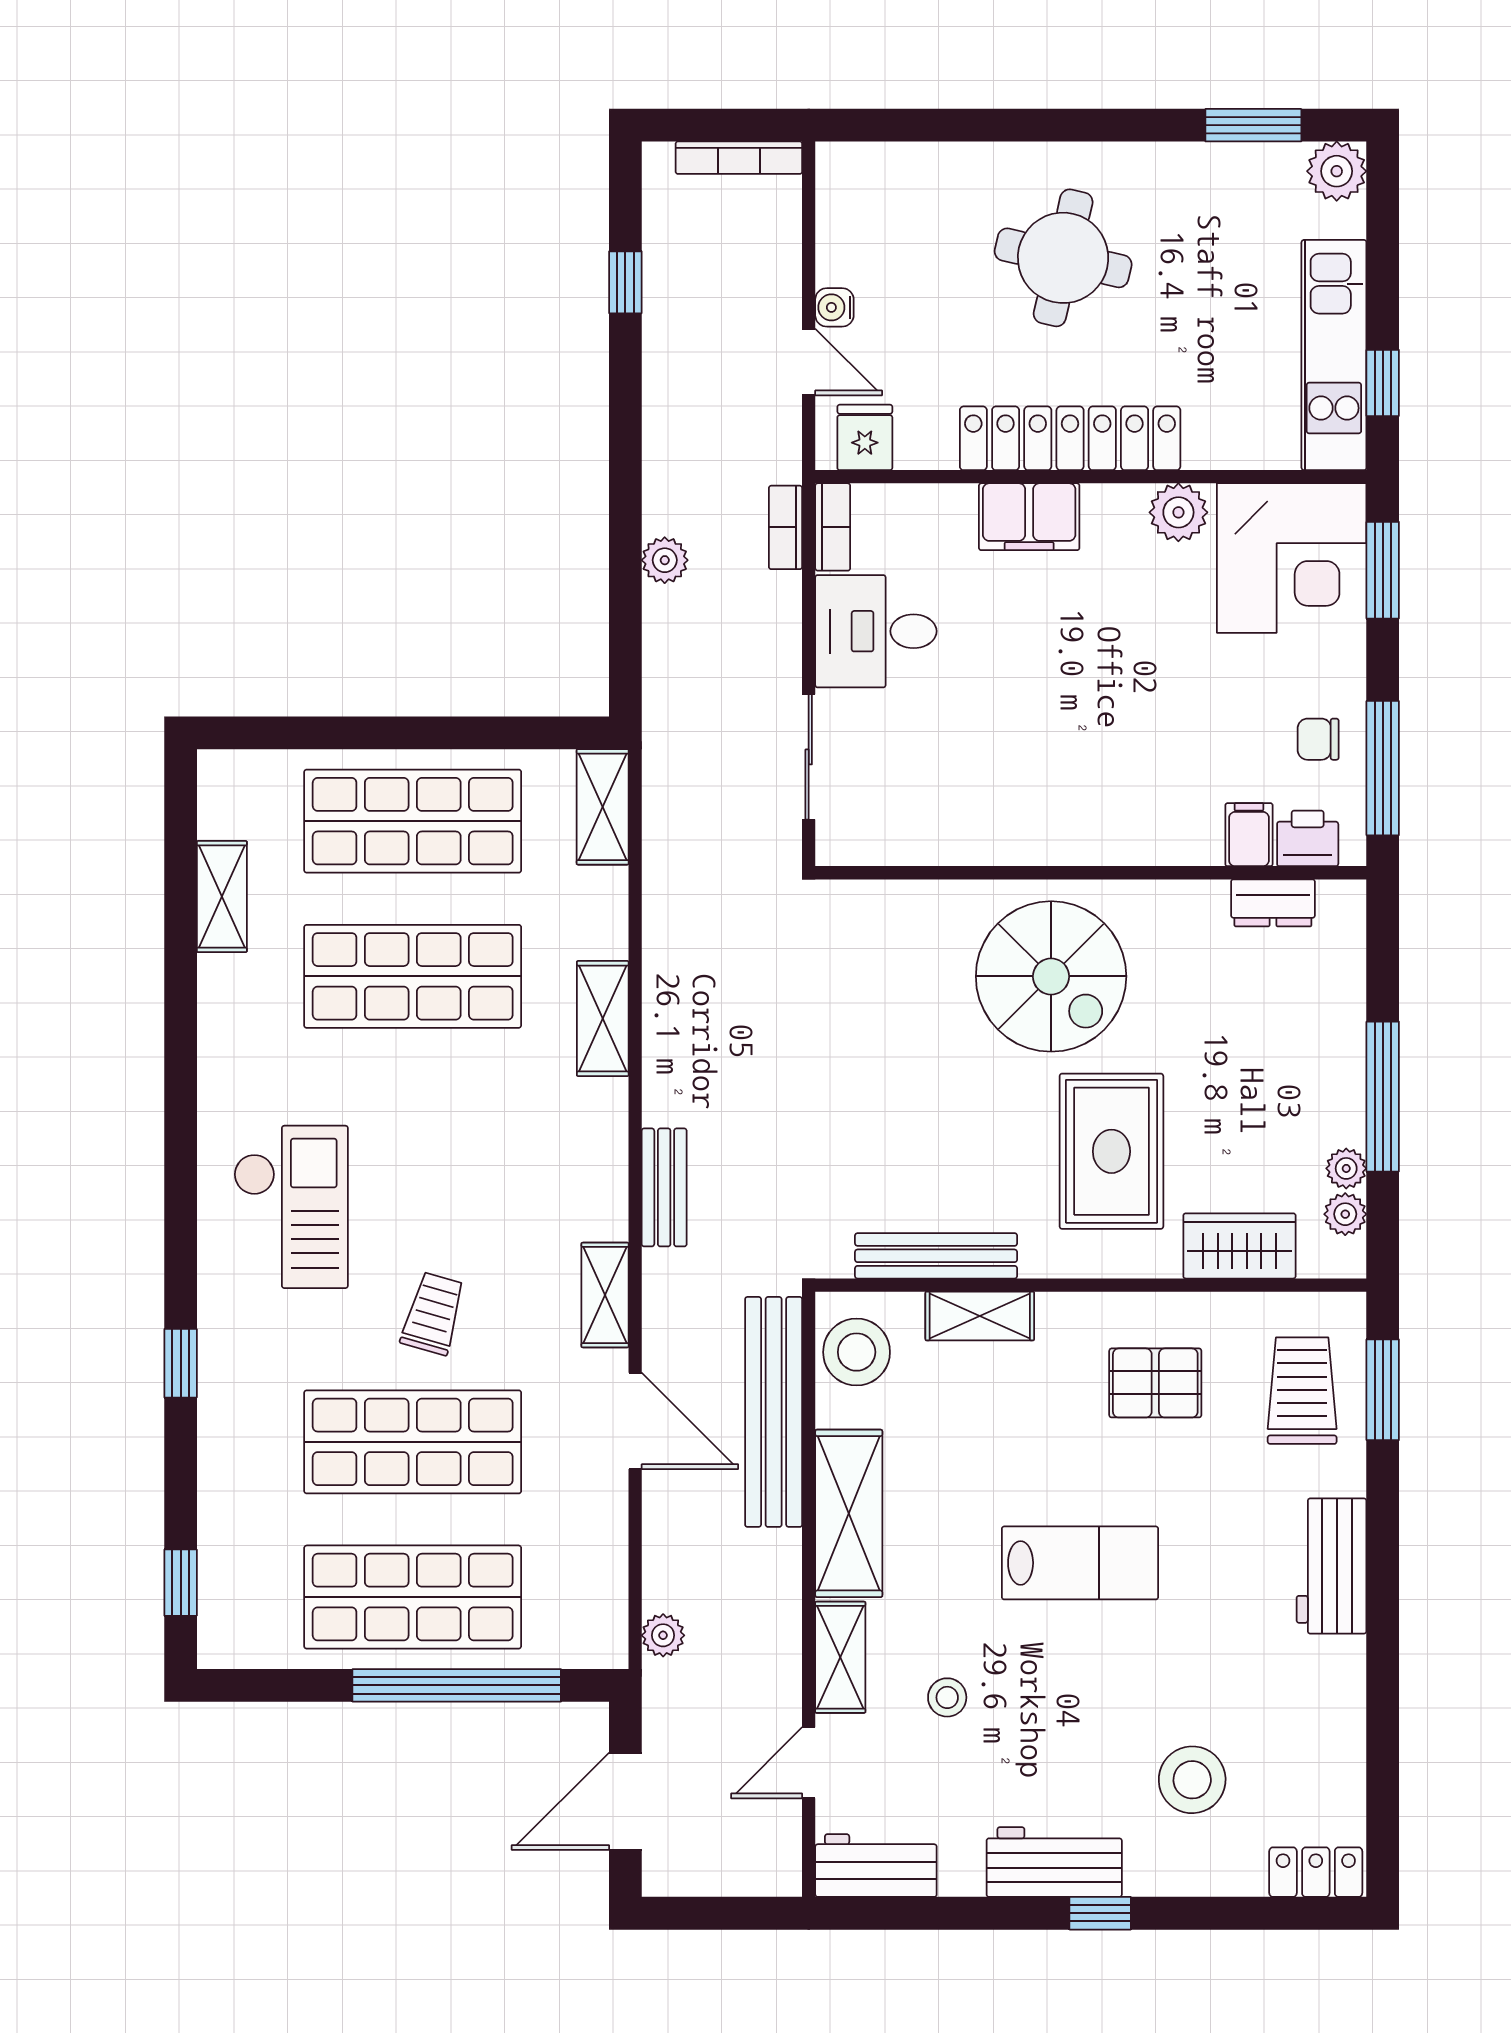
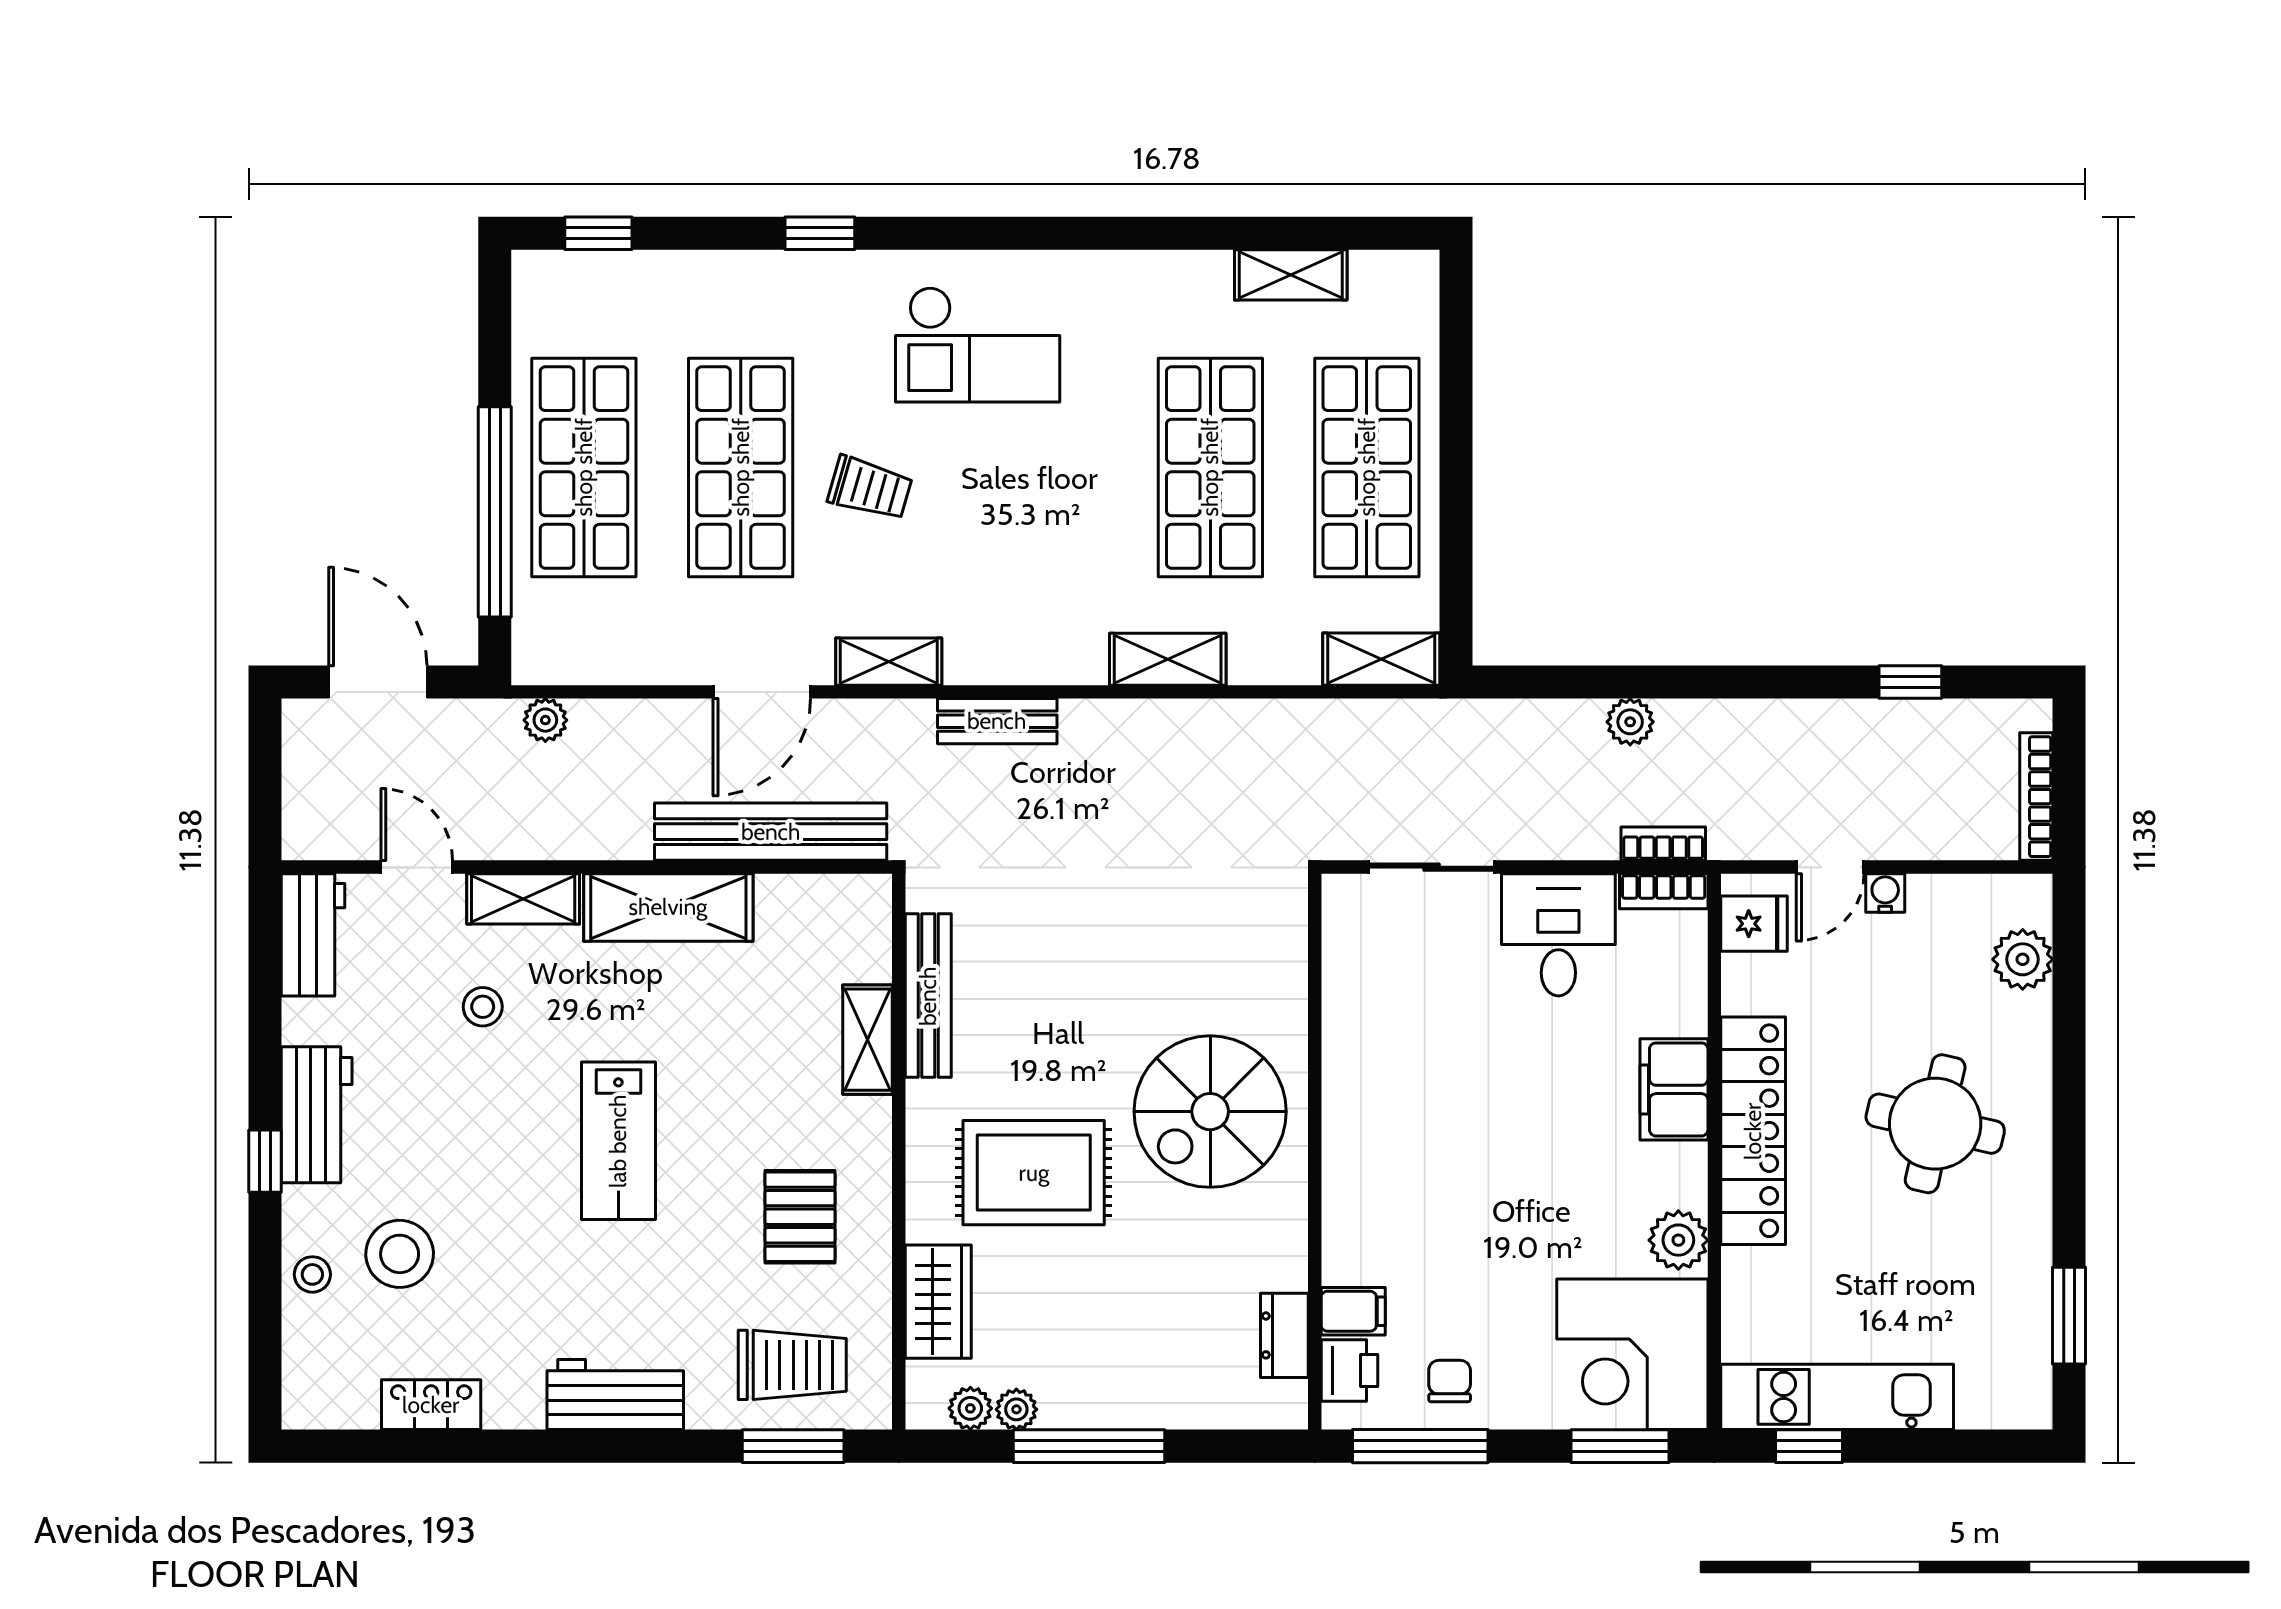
plant: (1337, 171) -> (2023, 959), moved
stool: (857, 1352) -> (312, 1274), moved, width x0.53, depth x0.53
locker: (1316, 1872) -> (431, 1405), moved, turned -90

